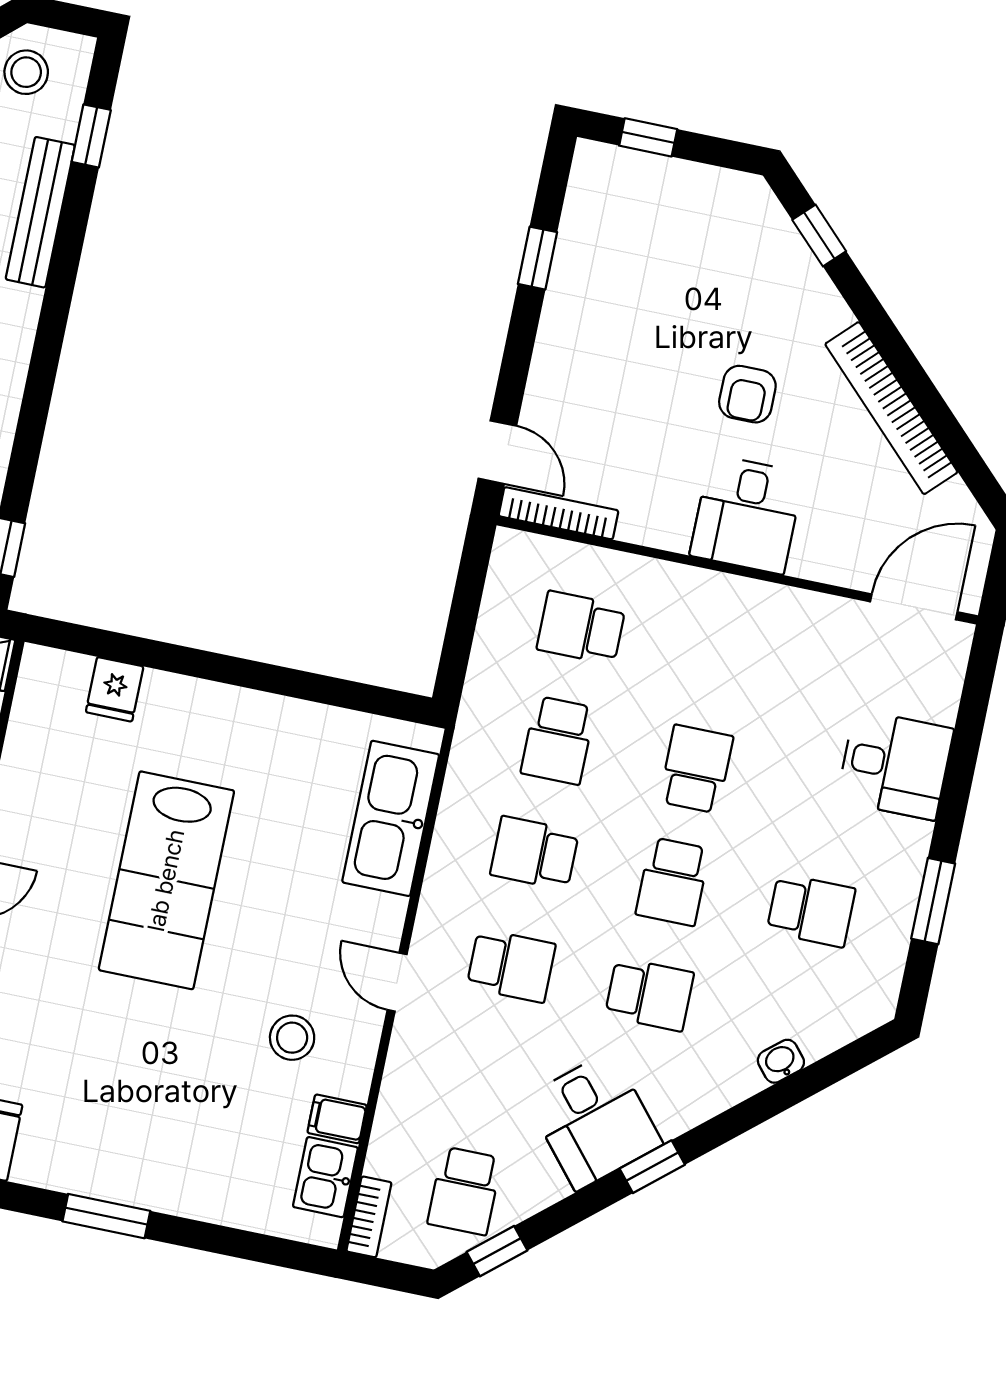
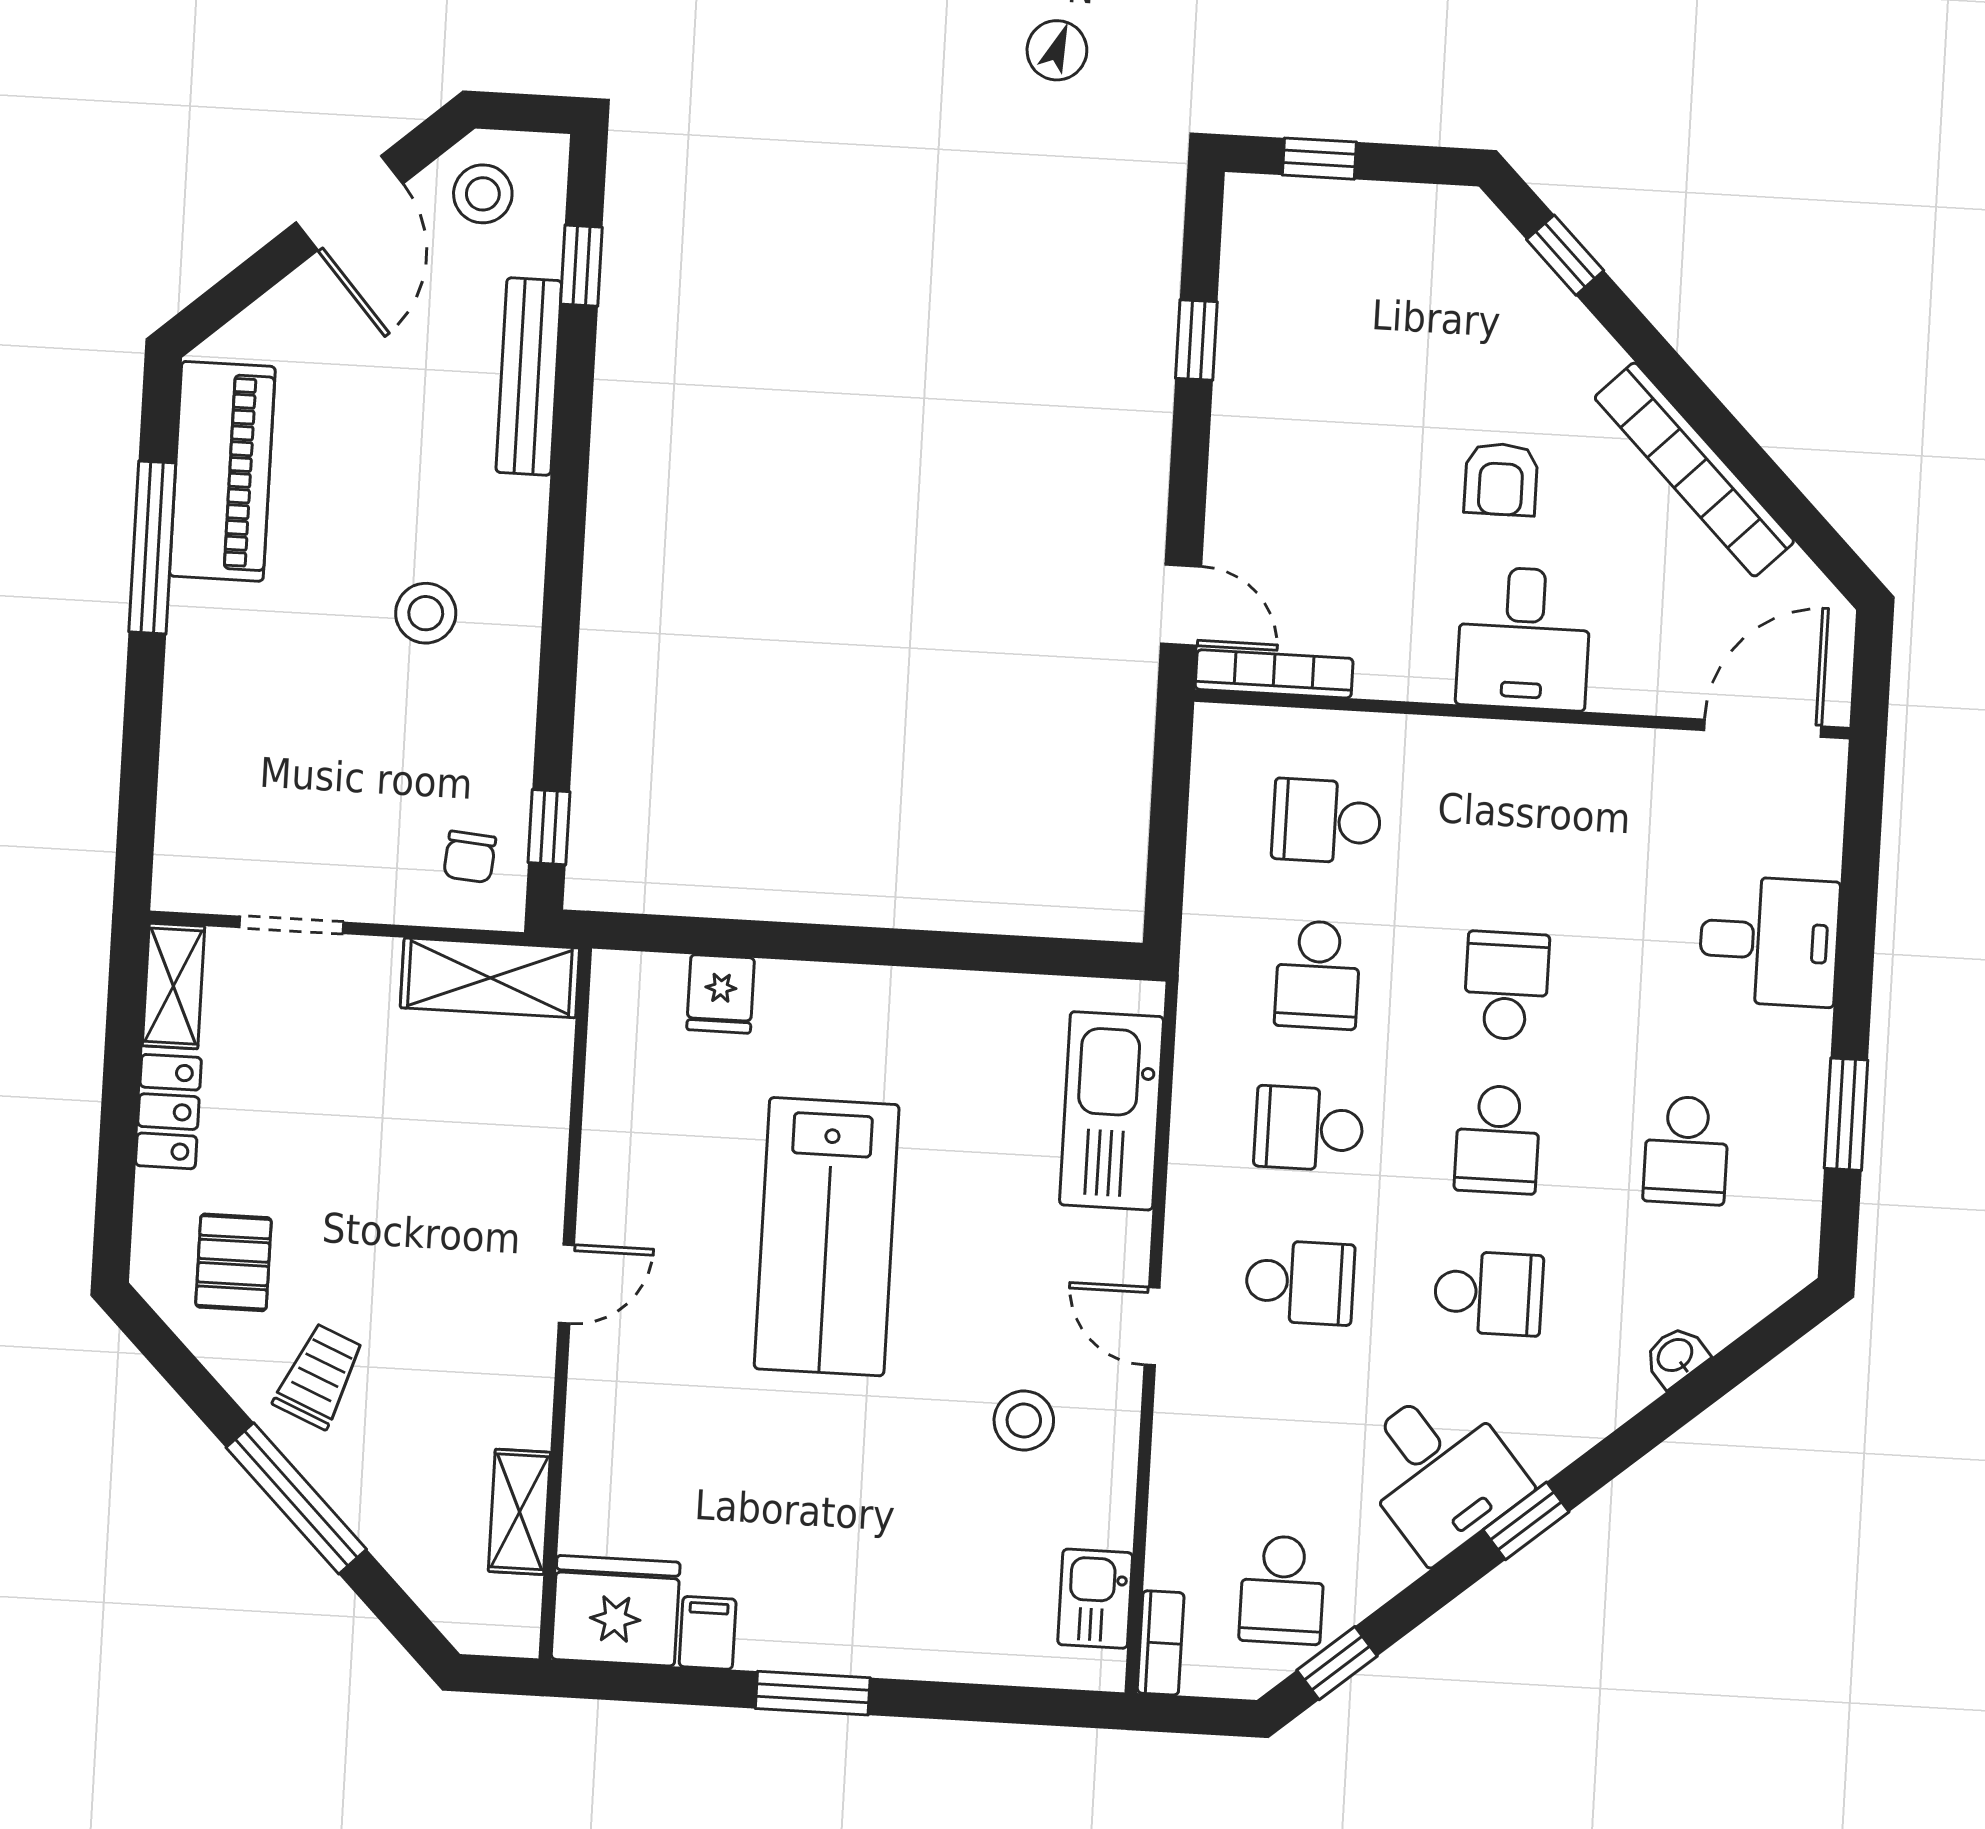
school desk: (811, 910) -> (1686, 1150), turned 90
filing cabinet: (337, 1119) -> (708, 1633), moved, turned 90

